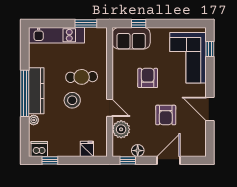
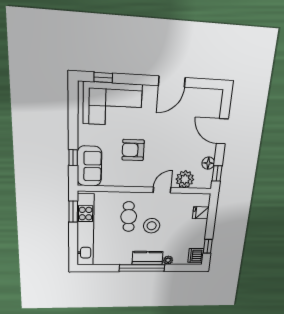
kitchen unit: (56, 35) -> (85, 230), width x1.36
kitchen counter: (36, 91) -> (148, 258), width x0.67
armchair: (166, 115) -> (174, 132), removed

